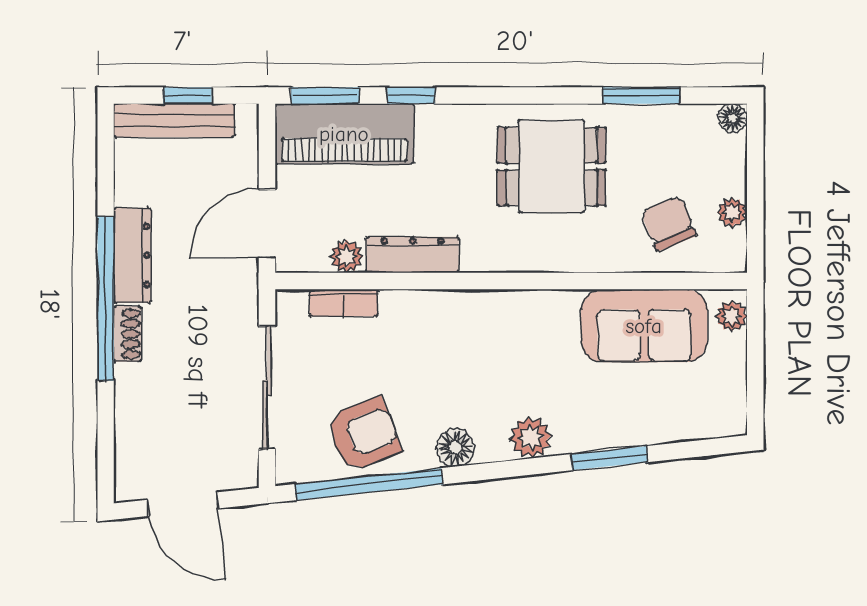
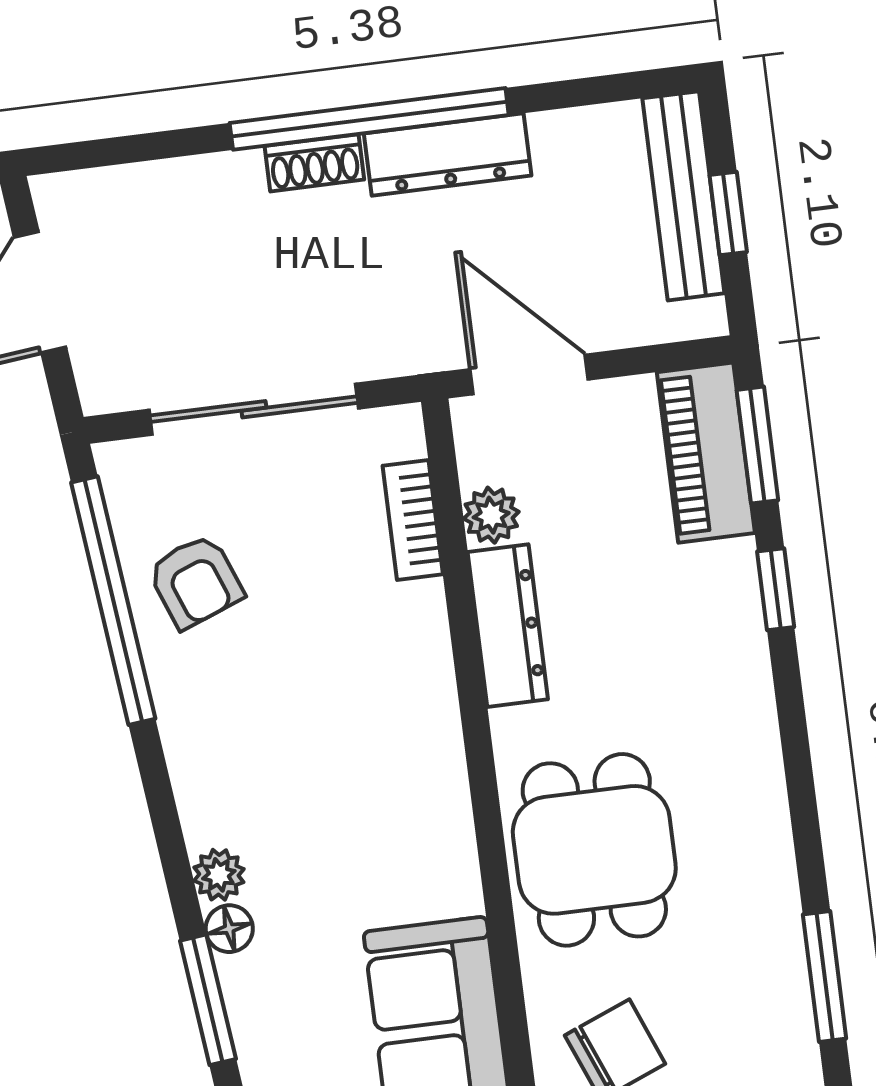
piano: (344, 134) -> (706, 453), width x0.73, depth x0.75
dining table: (552, 166) -> (594, 850), moved
armchair: (363, 434) -> (196, 581), width x0.72, depth x0.72
plant: (531, 437) -> (219, 875), width x0.73, depth x0.73
floor lamp: (456, 448) -> (229, 929), moved, width x0.73, depth x0.73

